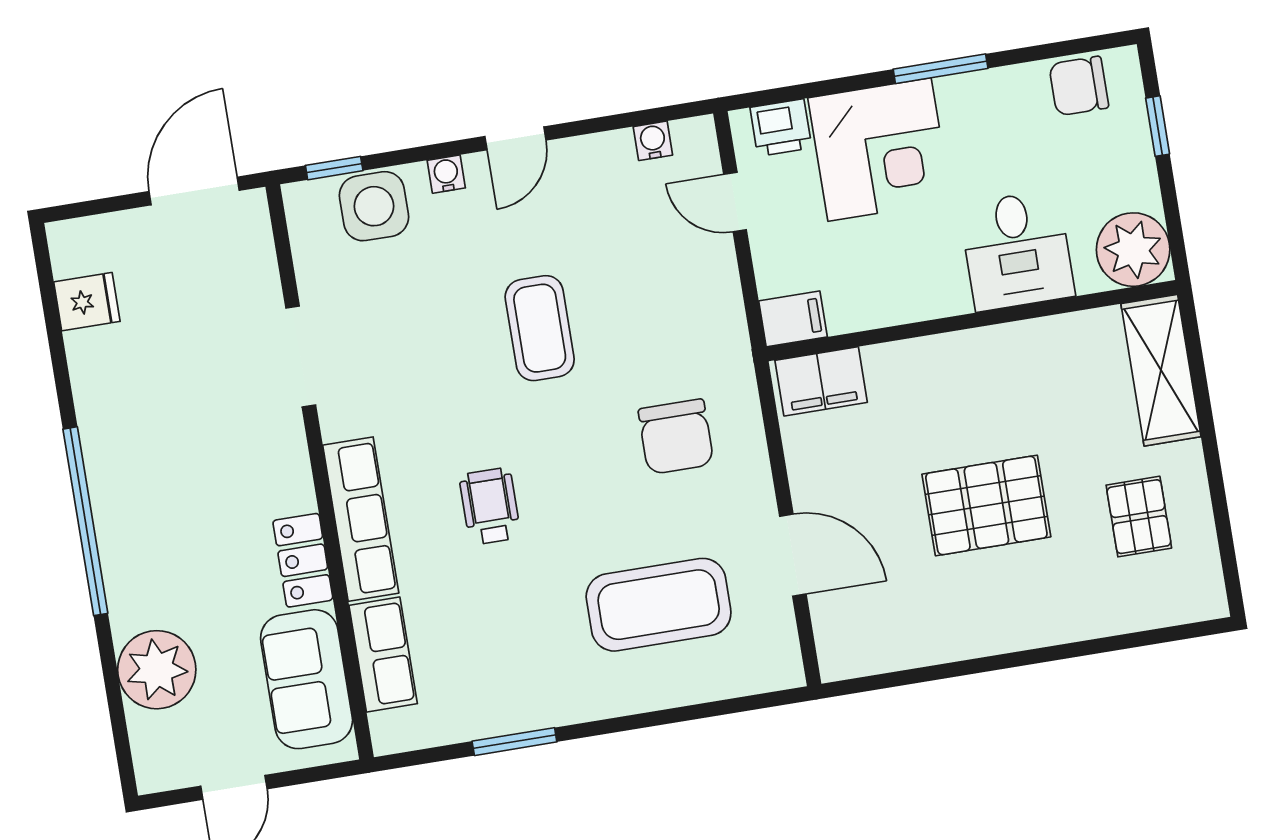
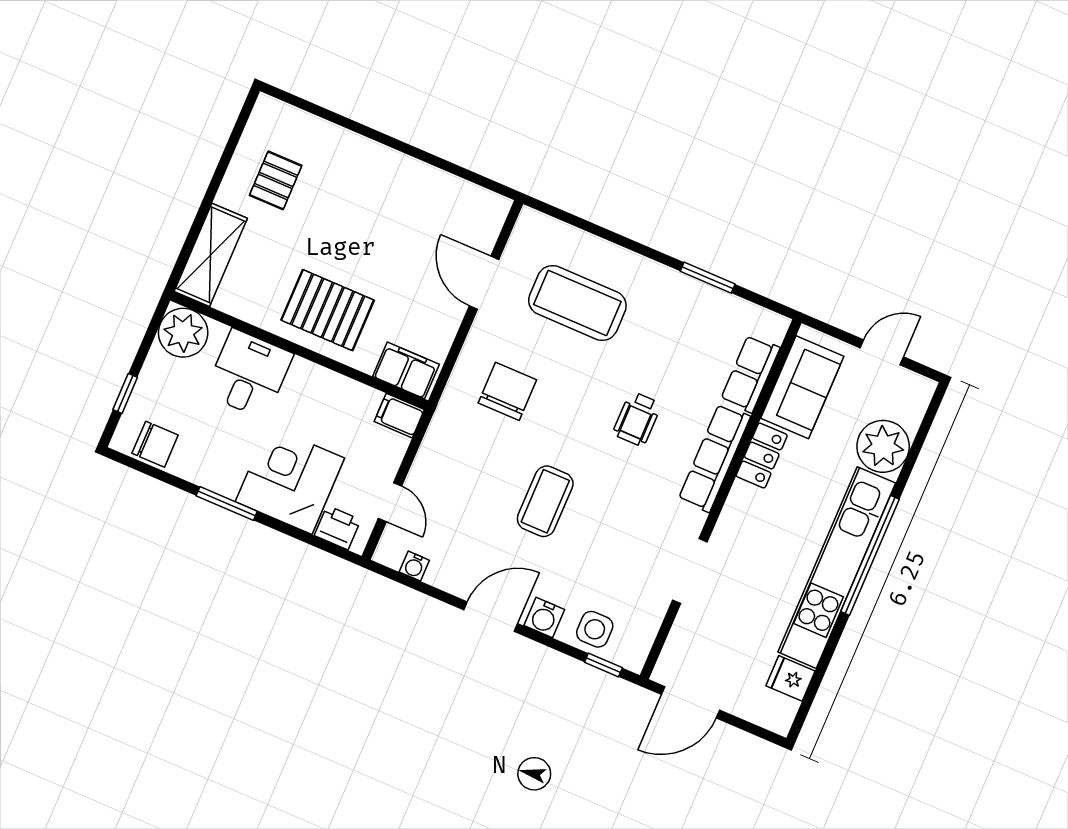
door: (515, 138) -> (491, 617), width x1.38
water cooler: (446, 174) -> (544, 617), width x1.38, depth x1.38
side table: (374, 206) -> (595, 629), width x0.73, depth x0.73
kitchen unit: (118, 479) -> (837, 568), added
pallet: (986, 505) -> (328, 310), moved

